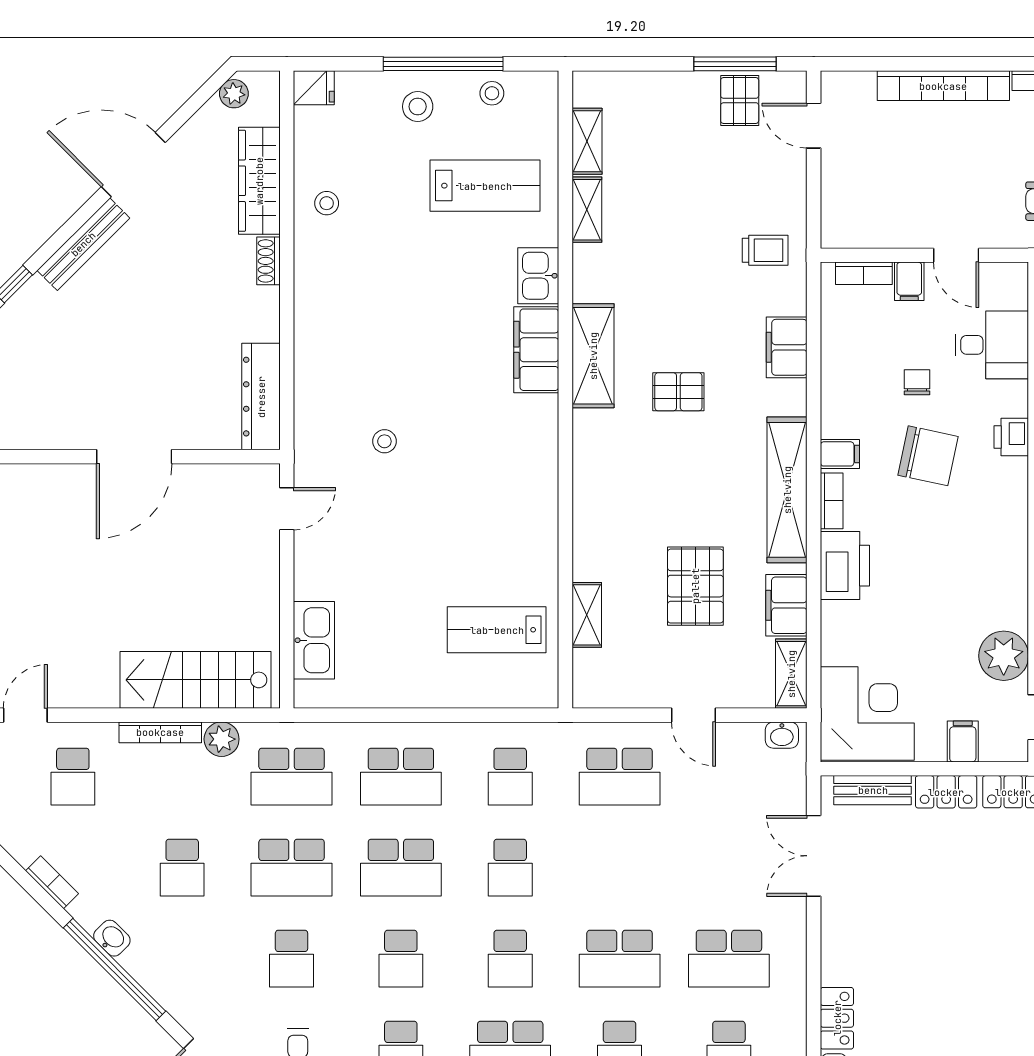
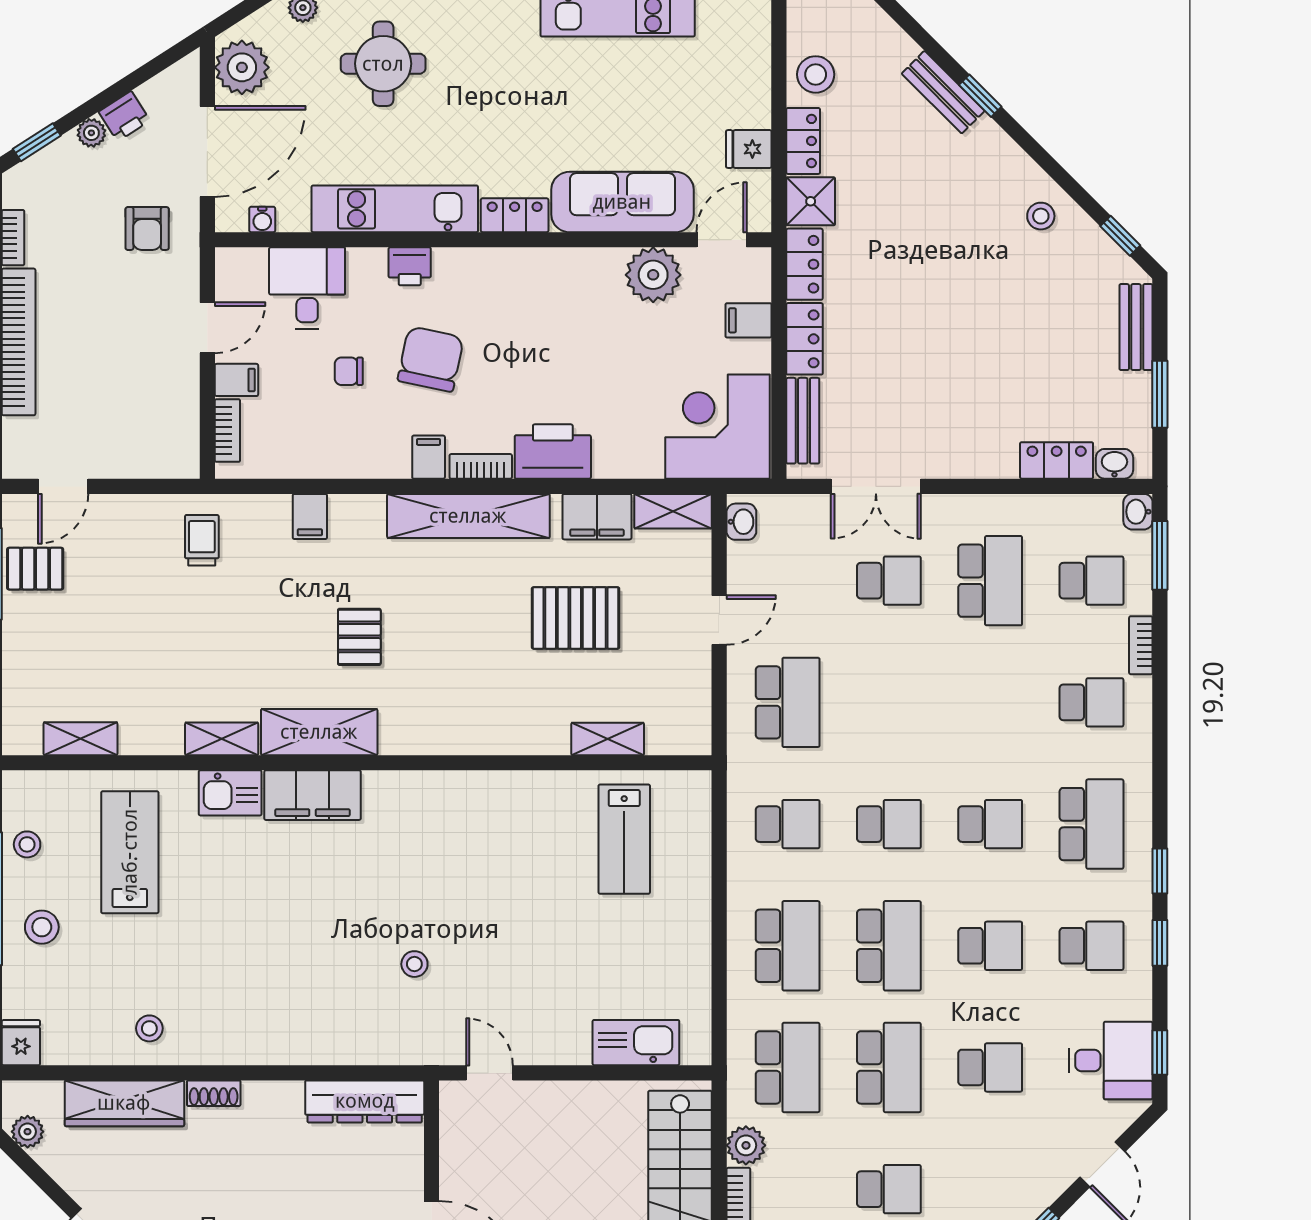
shelving: (587, 210) -> (222, 739), moved
filing cabinet: (787, 347) -> (310, 516), width x0.50
school desk: (620, 959) -> (889, 581), moved, width x0.54

